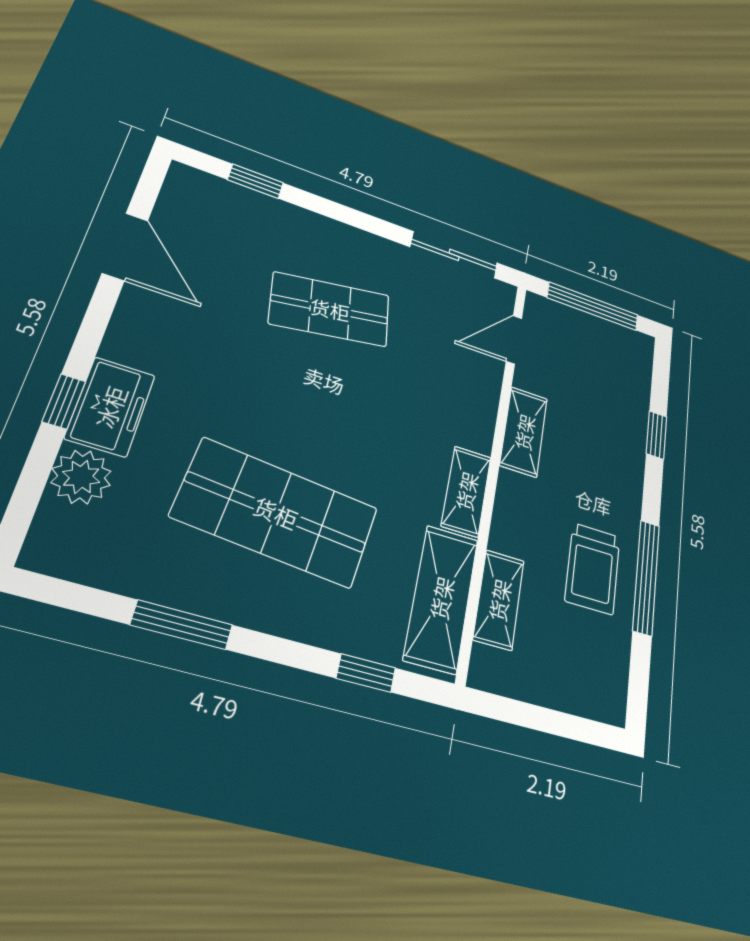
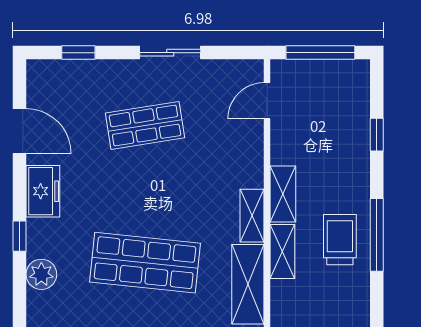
sliding door: (454, 255) -> (170, 53), moved
freezer: (110, 407) -> (43, 191), moved
shelving: (524, 432) -> (283, 194), moved
trolley: (593, 568) -> (340, 240), turned 180
shelving: (499, 600) -> (282, 251), moved

